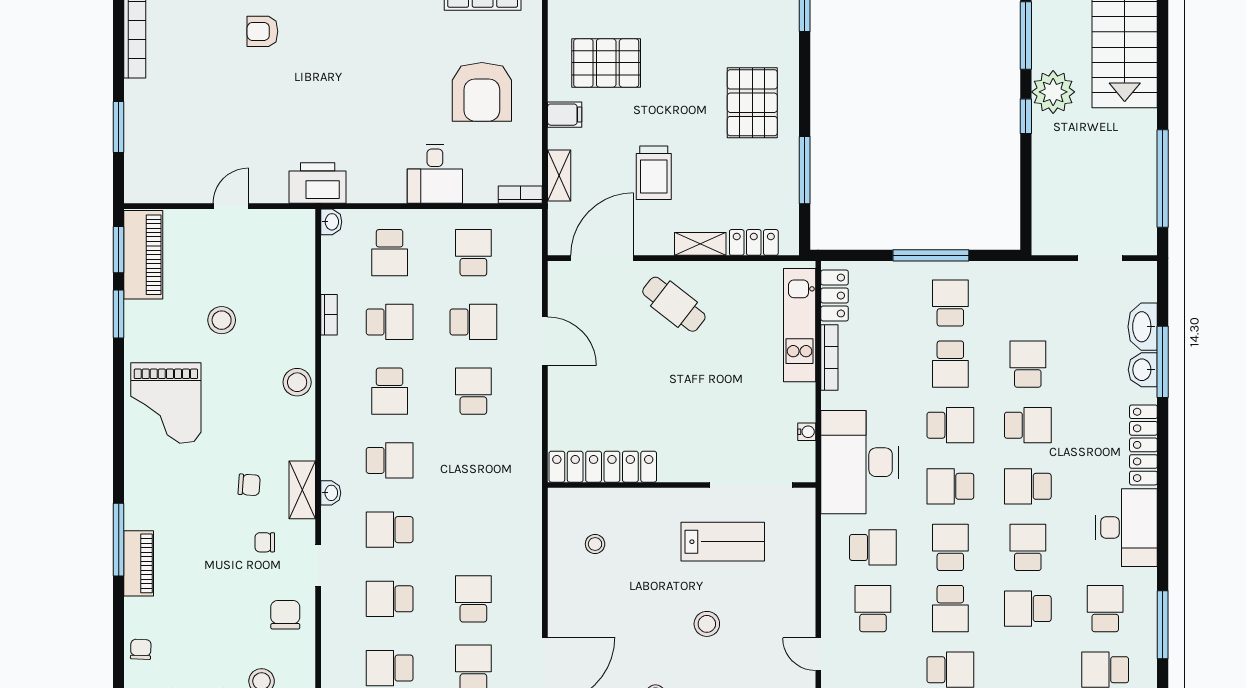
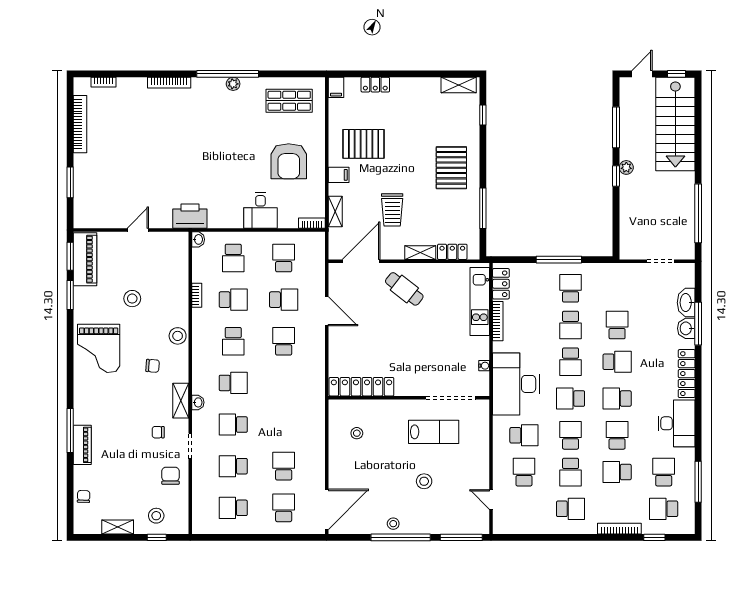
armchair: (262, 31) -> (157, 125), removed
plant: (1053, 92) -> (626, 167), width x0.53, depth x0.53
school desk: (950, 425) -> (571, 362), turned 90
chair: (249, 485) -> (153, 366), moved

